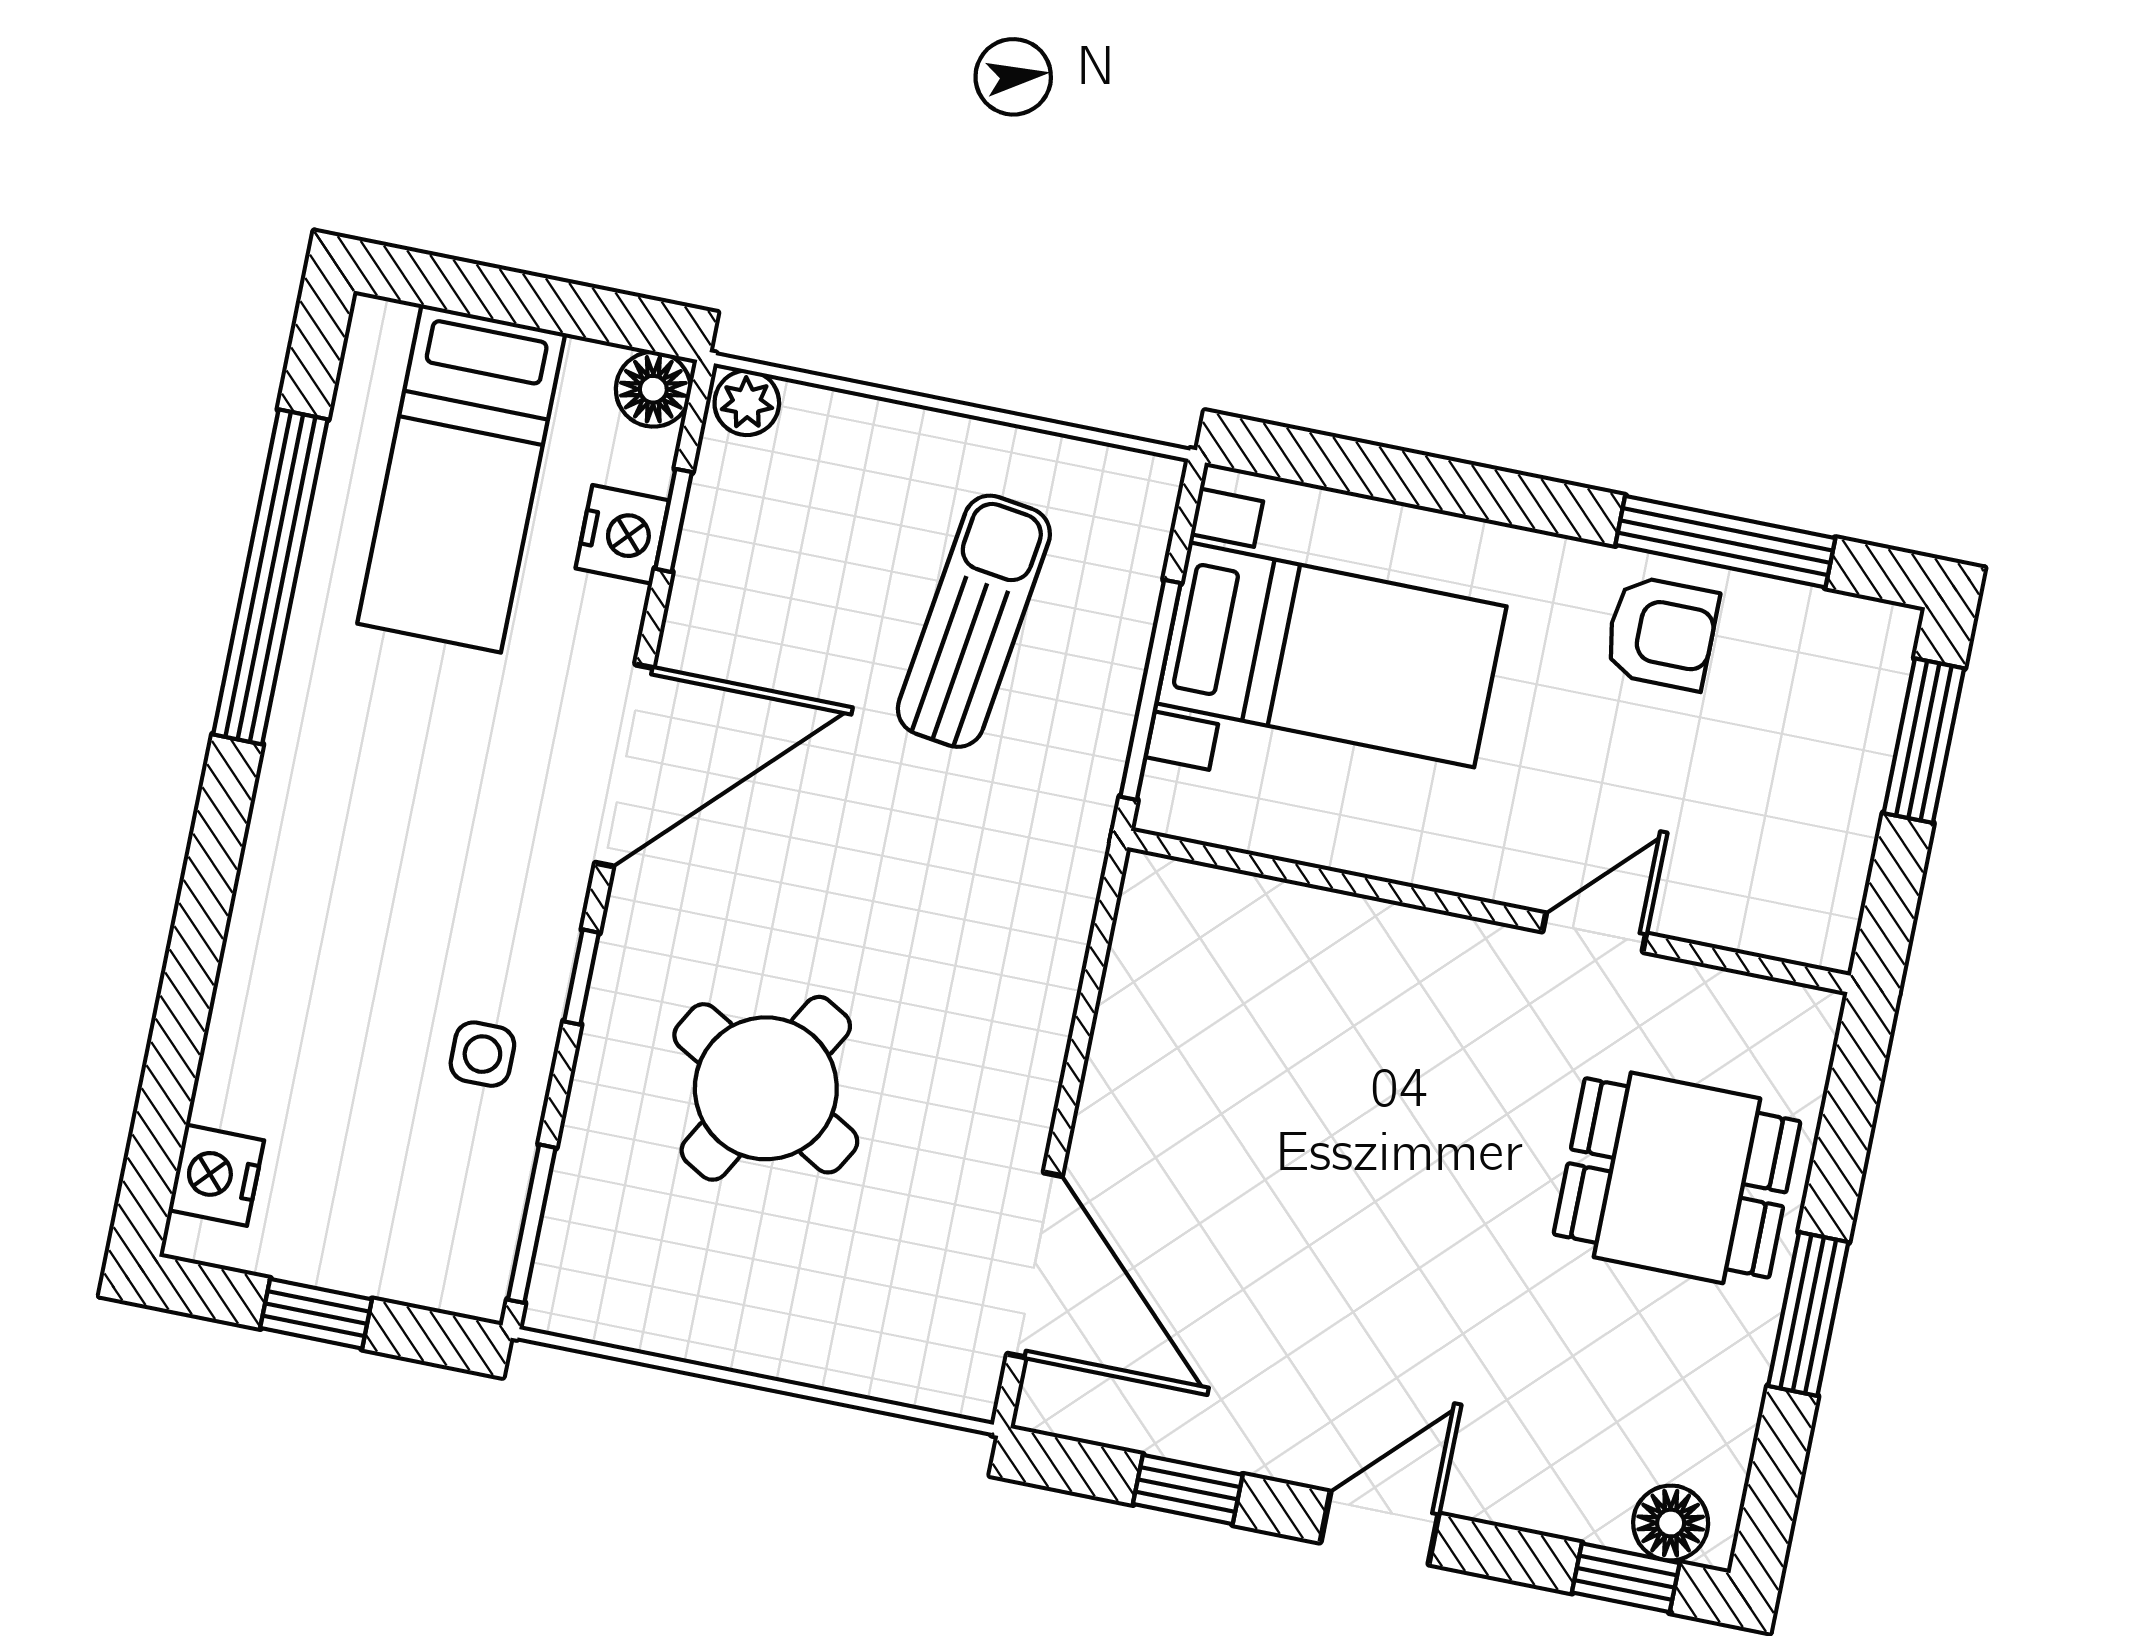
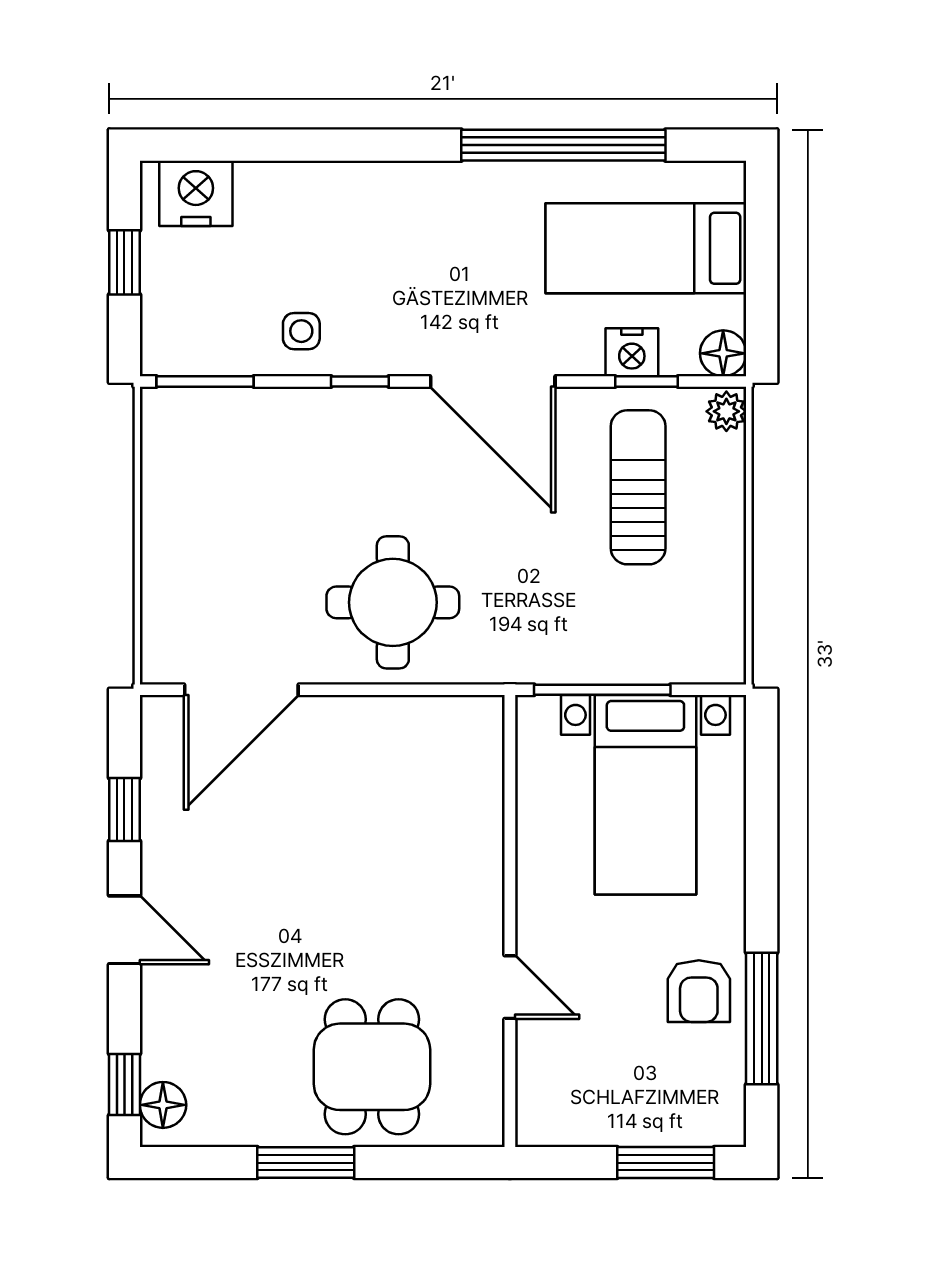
sun lounger: (974, 621) -> (638, 487), moved, turned -98
round table: (766, 1088) -> (393, 602), moved, turned -30
nightstand: (216, 1175) -> (196, 193), width x1.36, depth x1.33

